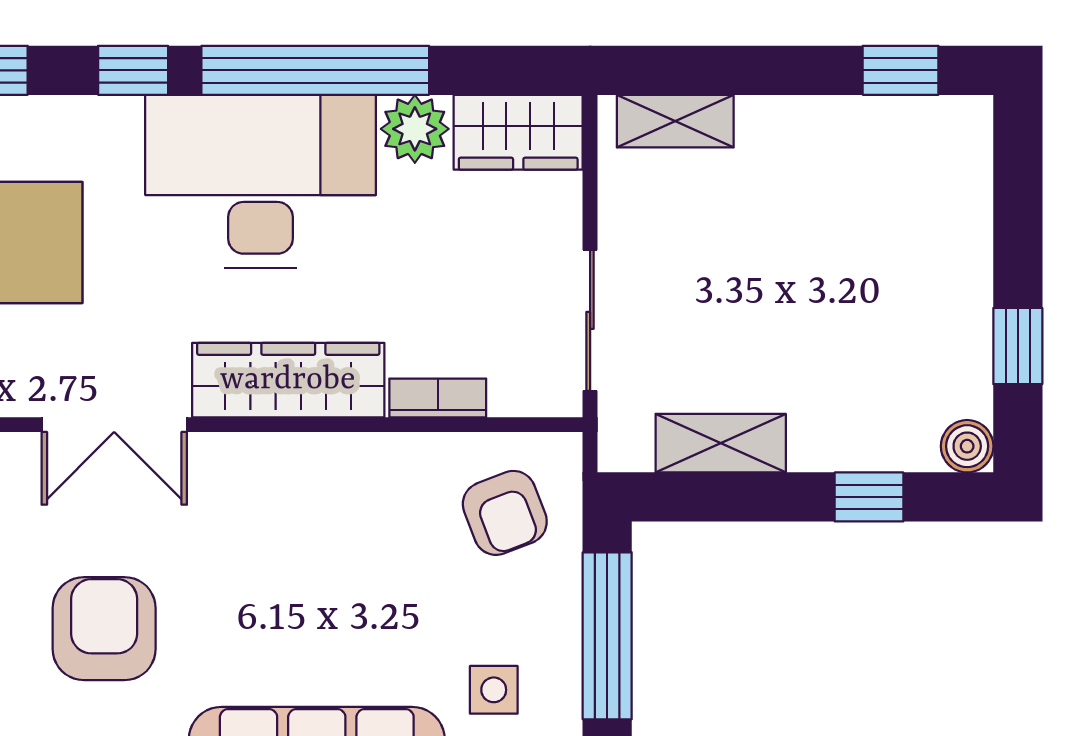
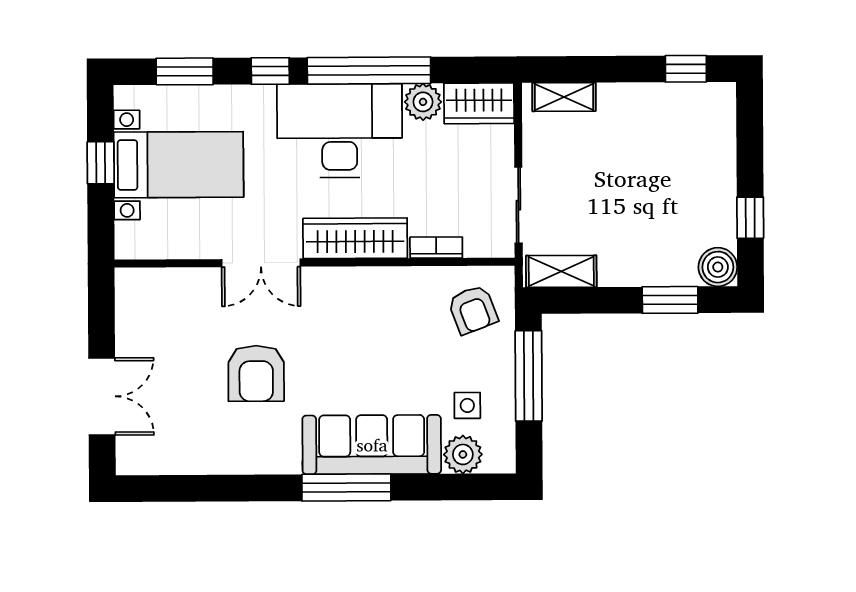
shelving: (721, 443) -> (561, 271), moved
boiler: (967, 446) -> (718, 267), width x1.36, depth x1.36
window: (869, 497) -> (670, 300), width x1.50
armchair: (104, 629) -> (256, 373), turned 180

